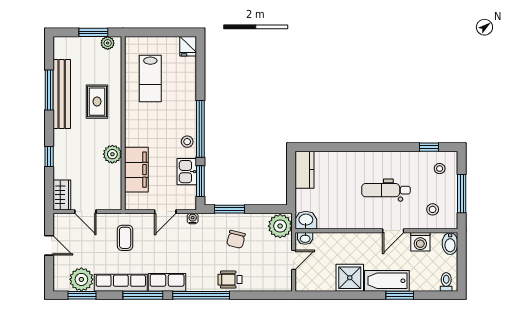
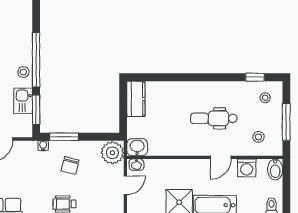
water cooler: (193, 218) -> (43, 146), moved

